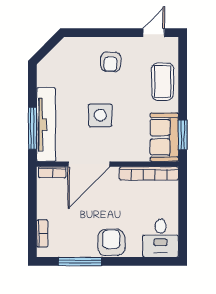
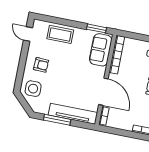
side table: (100, 115) -> (33, 89), moved
window: (32, 128) -> (57, 120), moved
sofa: (164, 137) -> (101, 50), moved, turned 90

